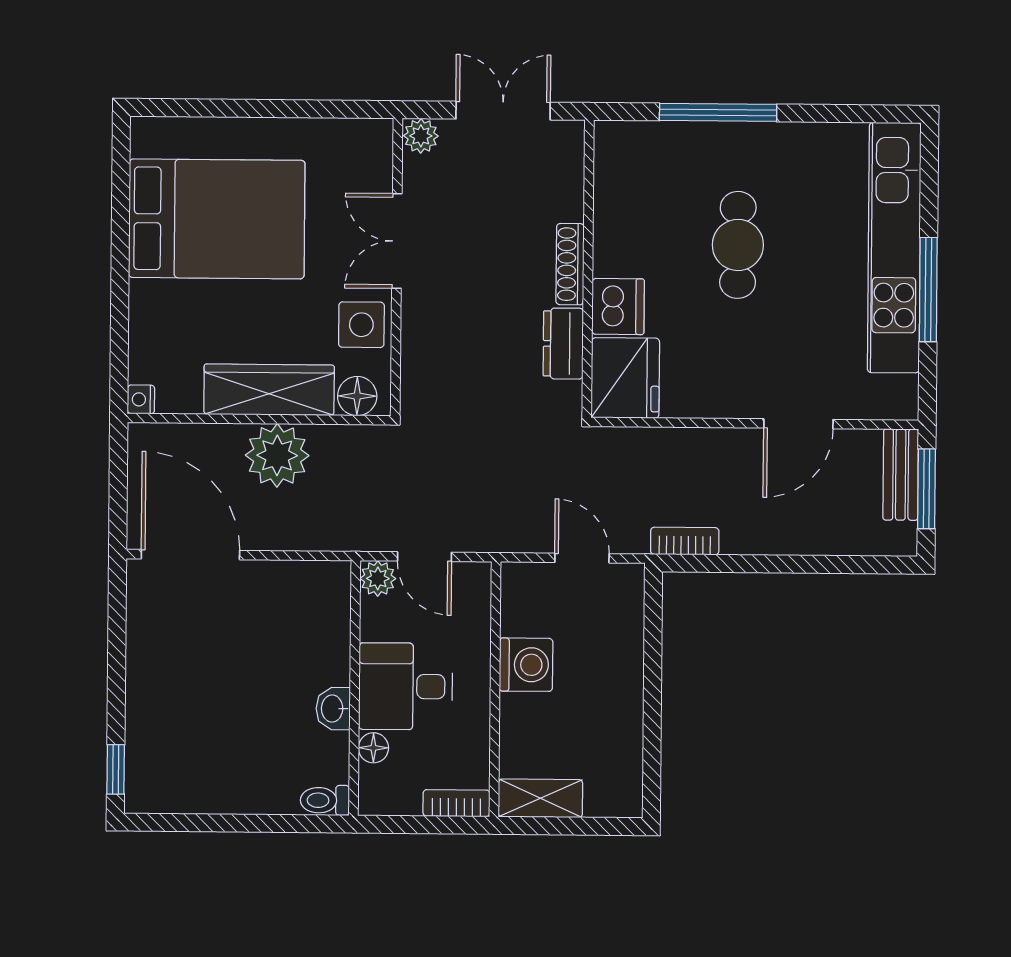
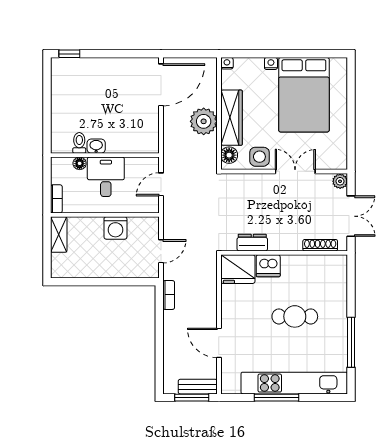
window: (718, 112) -> (351, 342), moved
shoe rack: (570, 264) -> (320, 245), moved
nightstand: (143, 296) -> (271, 63), added
plant: (378, 578) -> (152, 165), removed
toilet: (325, 800) -> (79, 143), moved

